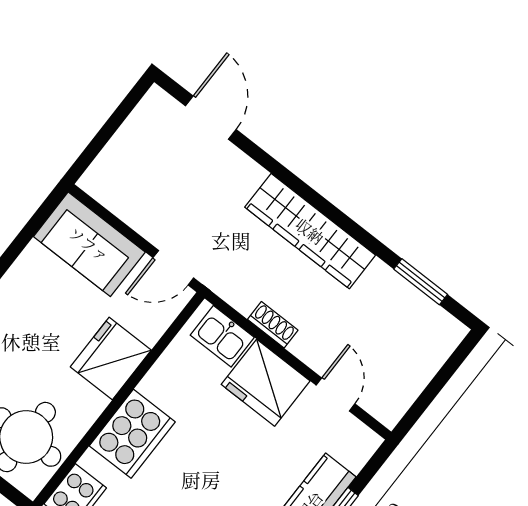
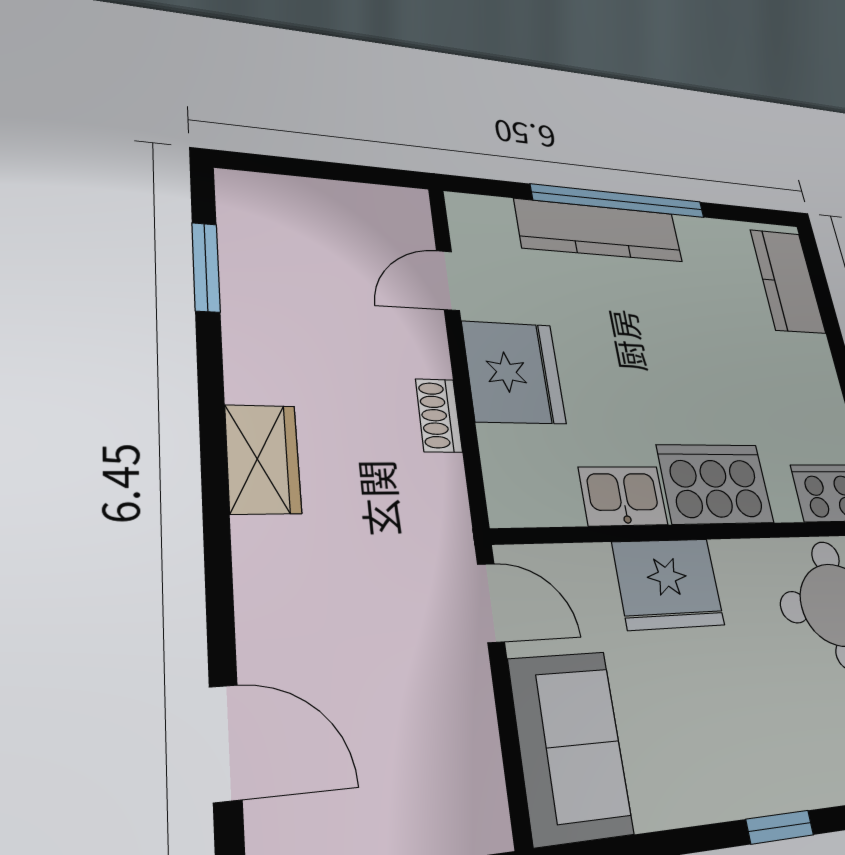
door: (211, 118) -> (225, 743), swing flipped
wardrobe: (310, 231) -> (263, 459), width x0.48, depth x0.85
kitchen sink: (222, 336) -> (623, 496), moved, turned -90

